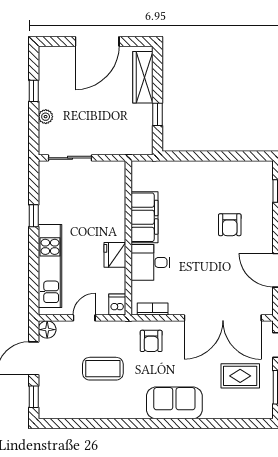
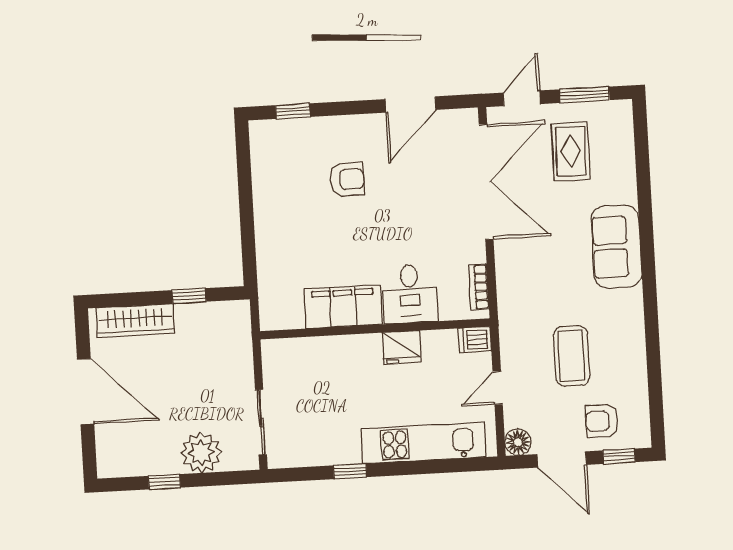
plant: (46, 117) -> (201, 452), width x1.88, depth x1.88
door: (84, 318) -> (498, 388), hinge flipped
armchair: (151, 341) -> (602, 421), moved, turned 180

